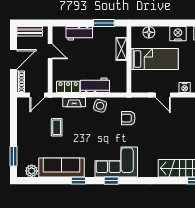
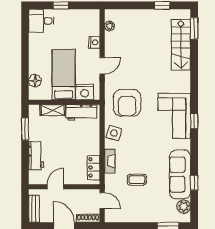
nightstand: (178, 34) -> (85, 92), moved, turned -90
workbench: (95, 85) -> (81, 113), moved, turned -90
armchair: (128, 118) -> (127, 103), width x1.88, depth x1.88
window: (78, 181) -> (194, 183), moved

